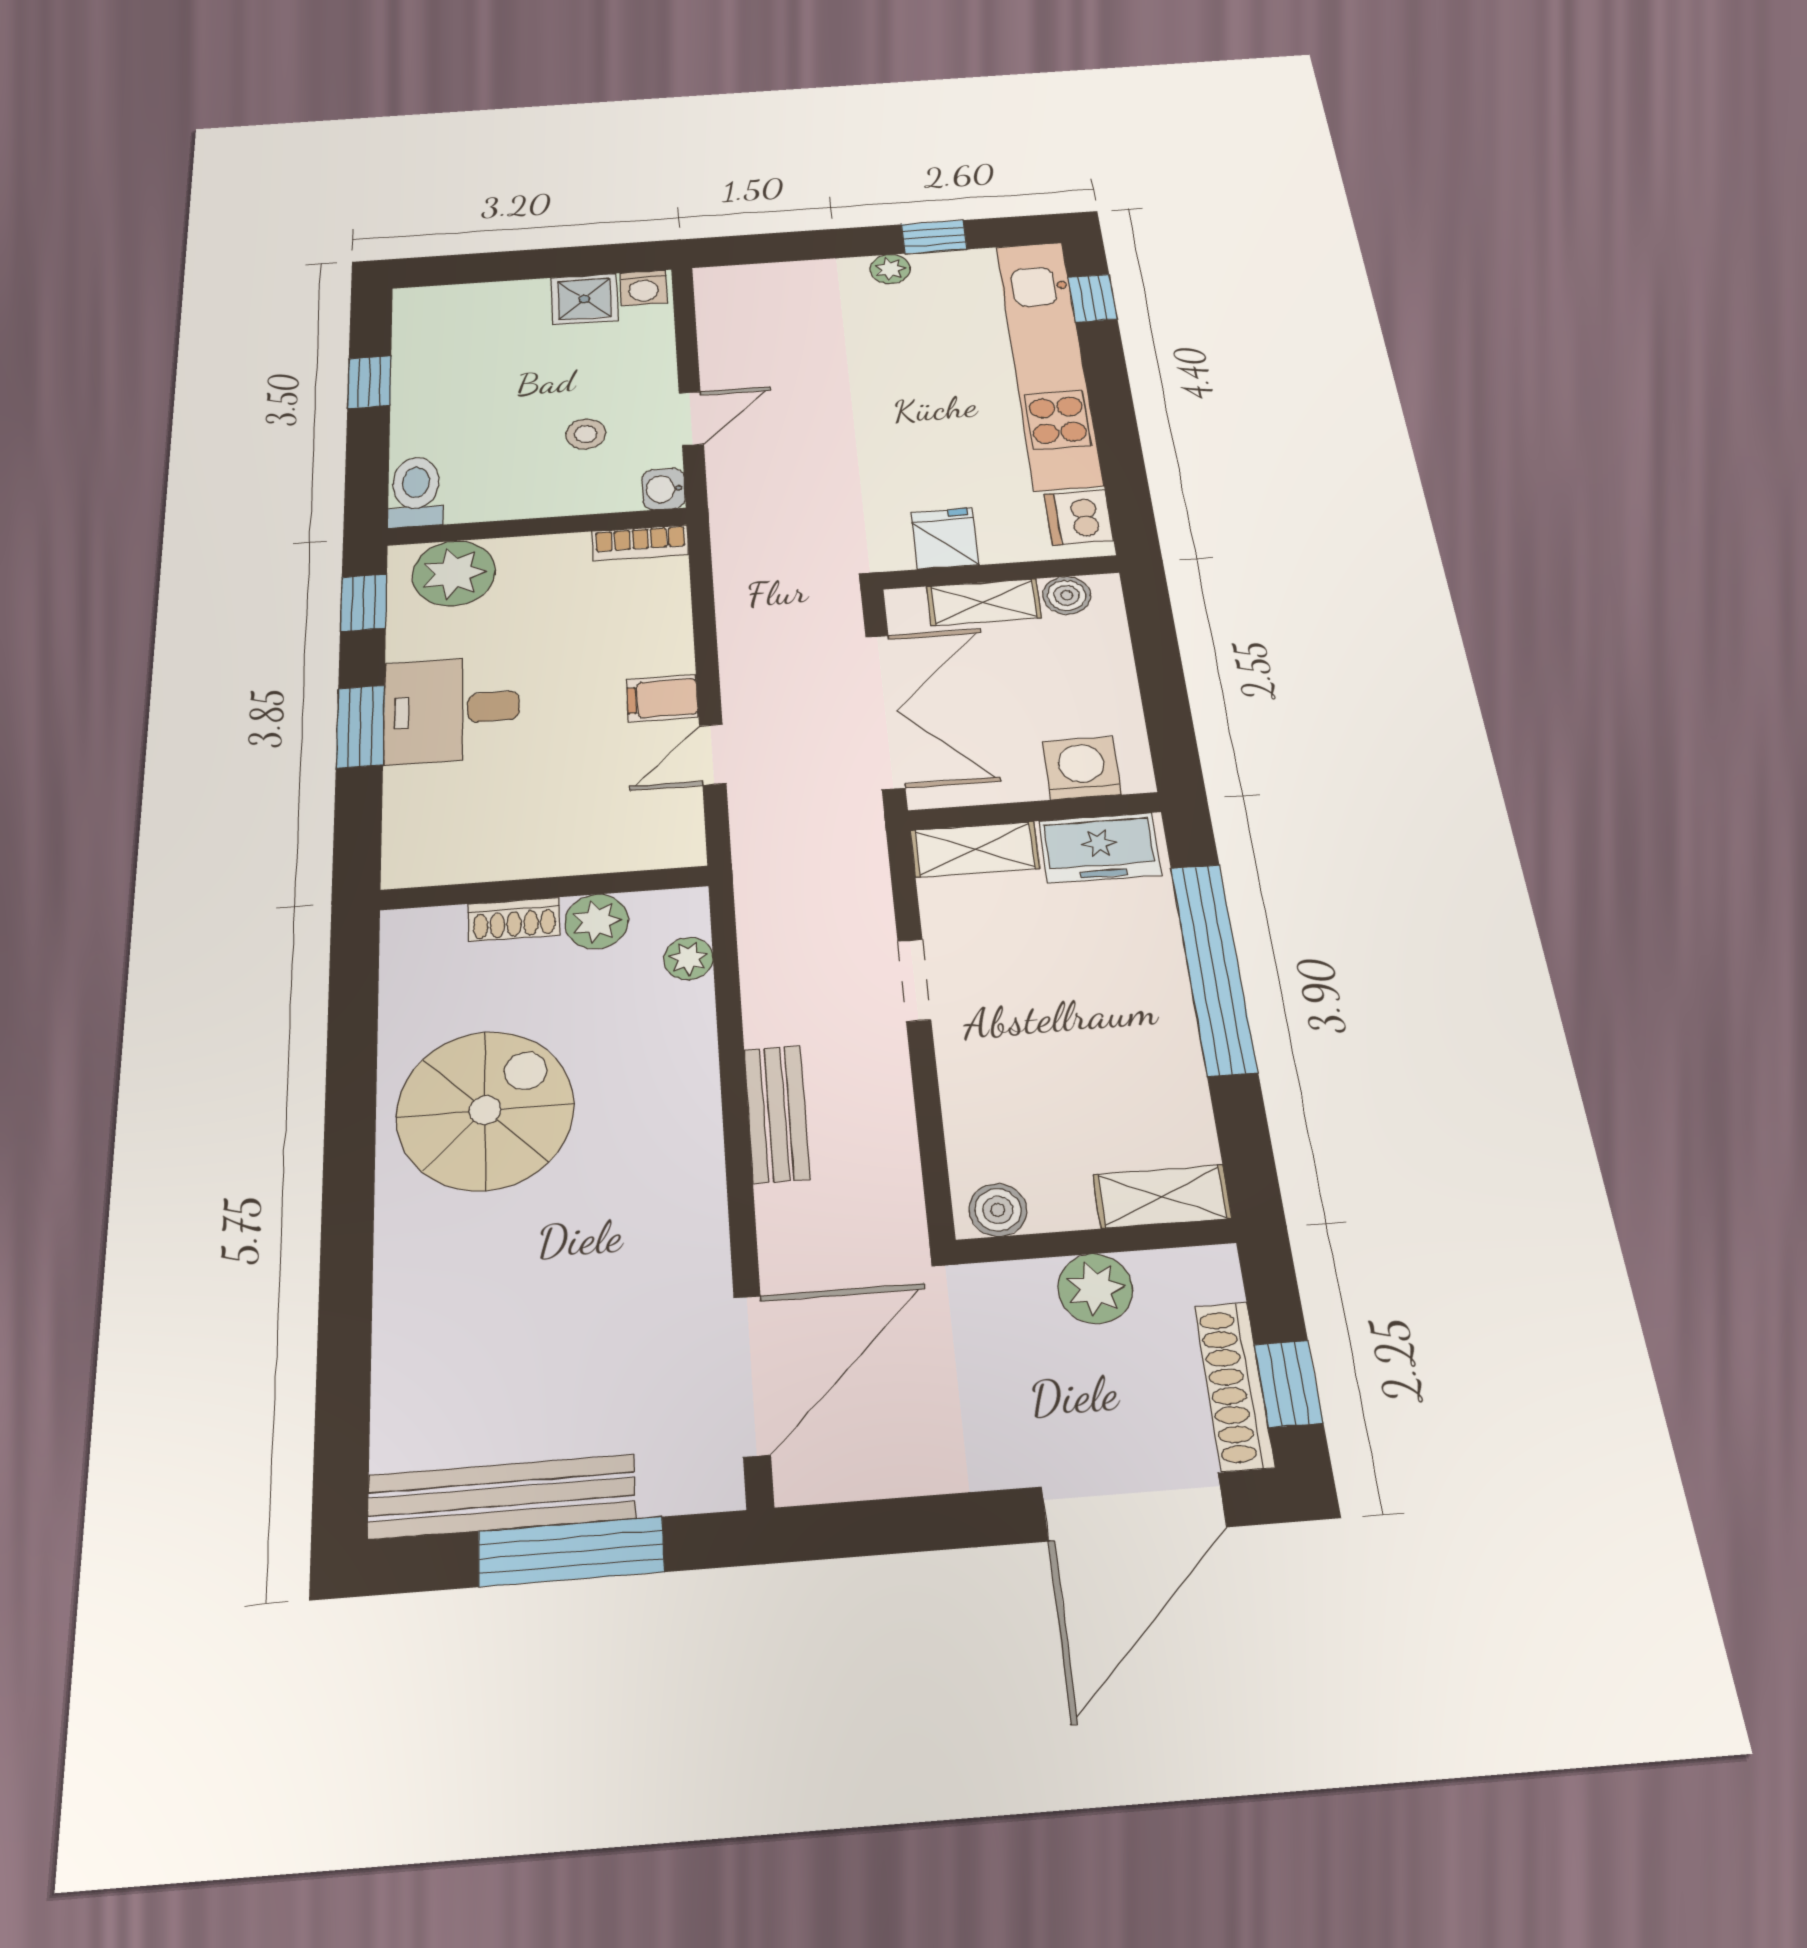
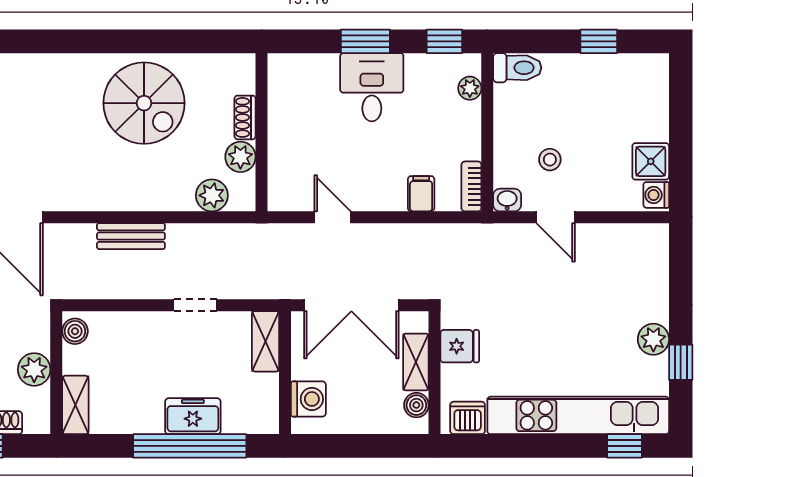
plant: (890, 269) -> (653, 339), width x1.38, depth x1.38
plant: (454, 573) -> (470, 88), width x0.53, depth x0.53
filing cabinet: (662, 698) -> (421, 194), moved
freezer: (1100, 848) -> (193, 416), moved, turned 90
plant: (688, 959) -> (212, 195), width x1.38, depth x1.38

